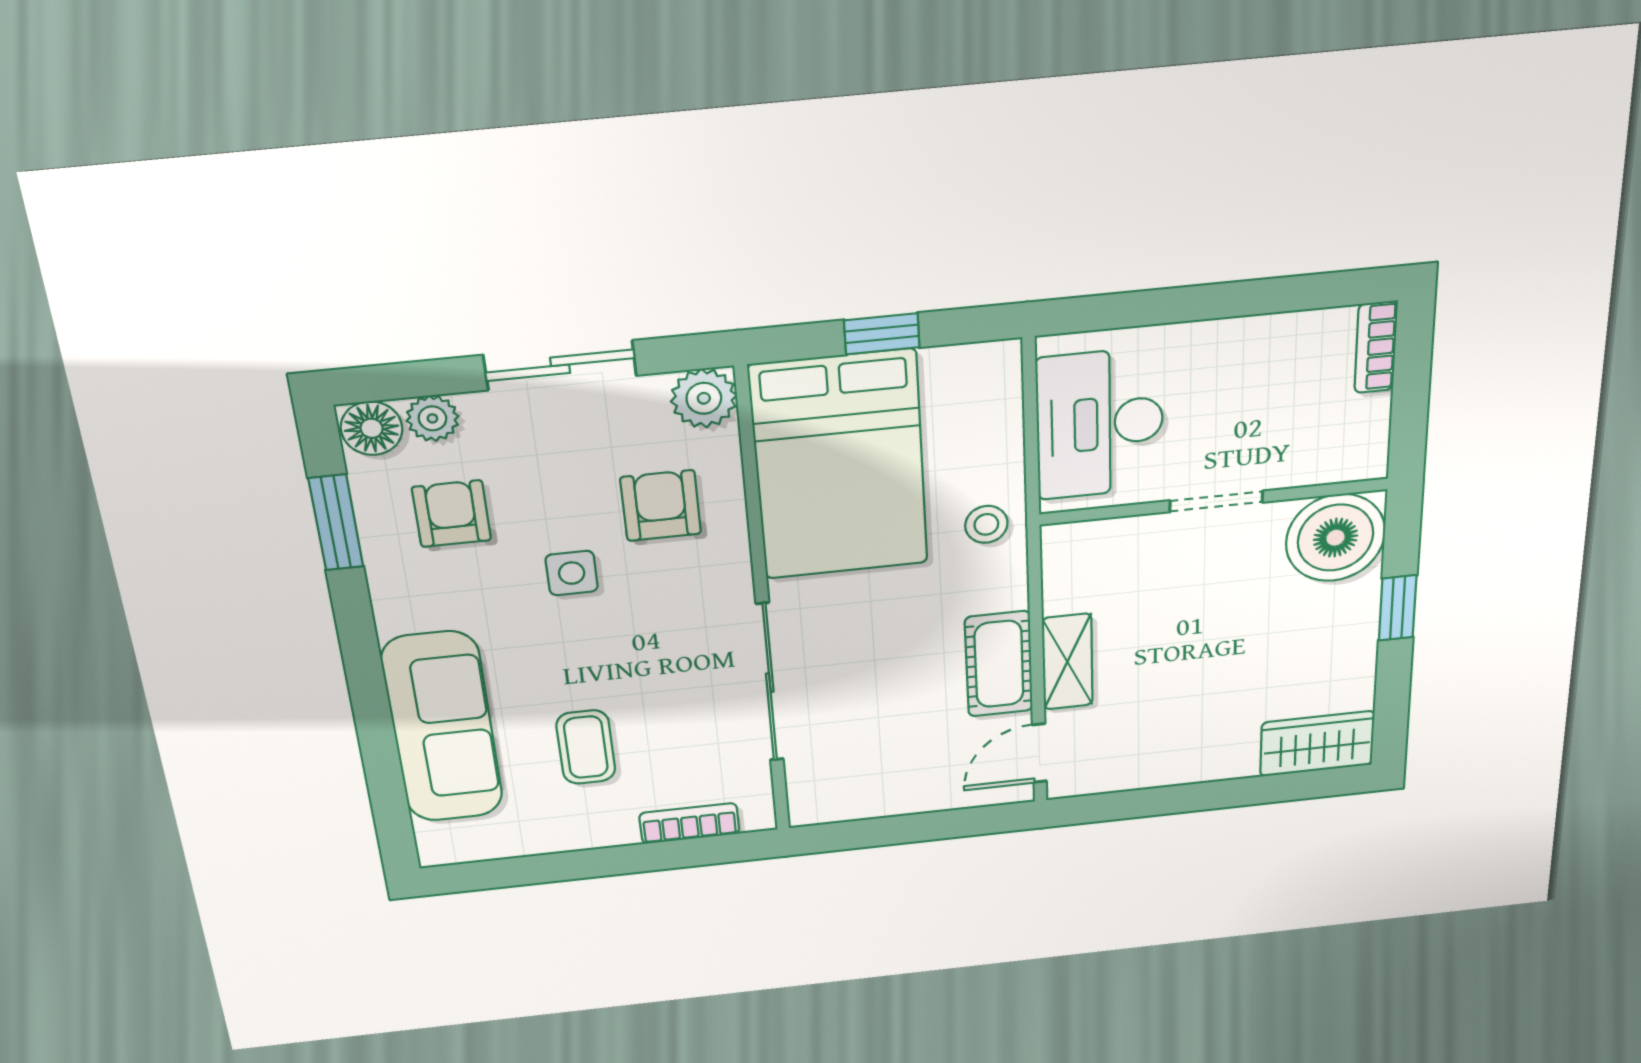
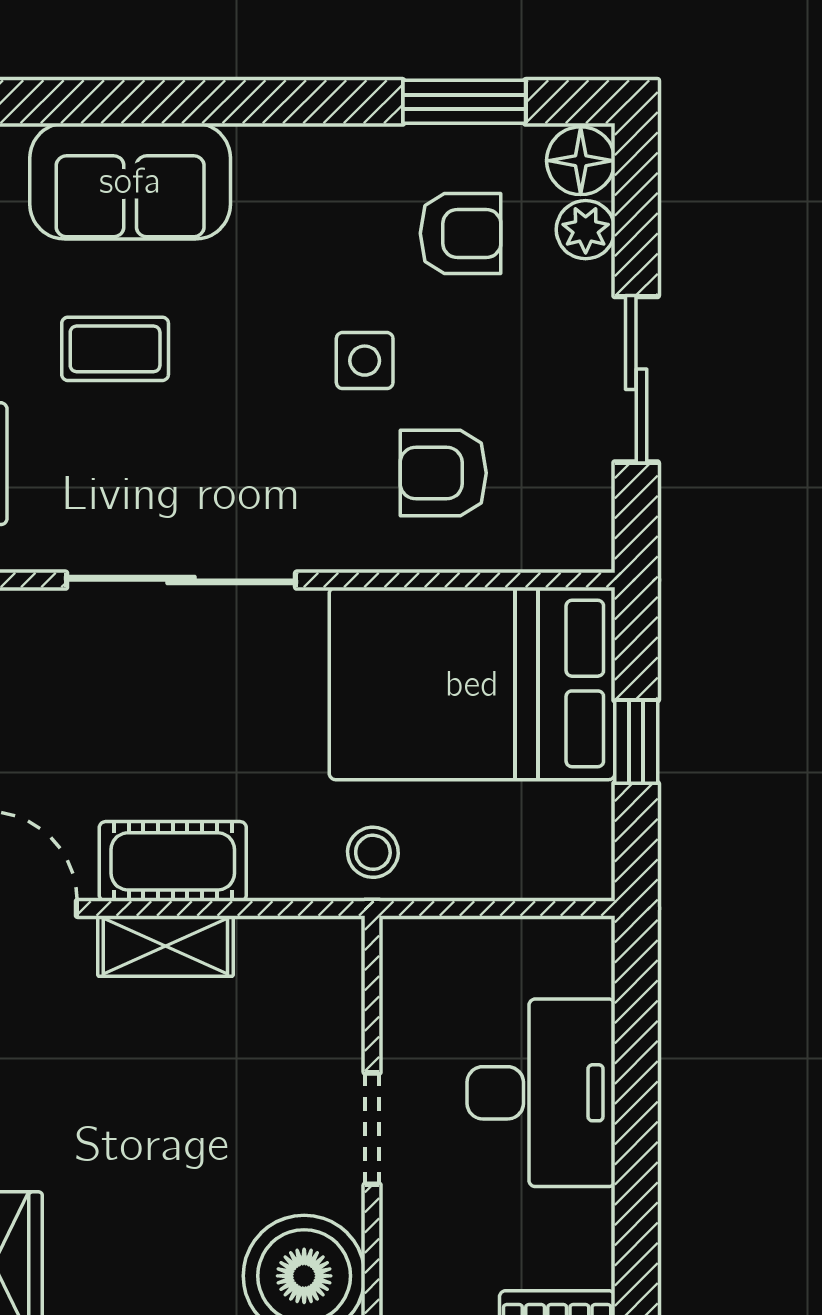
plant: (704, 398) -> (577, 535), removed
desk: (1100, 424) -> (541, 1093), moved, turned 90
armchair: (661, 506) -> (443, 473), turned 180
sofa: (442, 728) -> (130, 181), width x0.73

